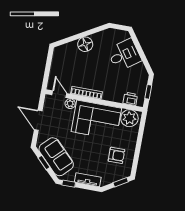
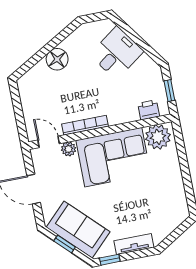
armchair: (116, 155) -> (160, 195), removed
window: (121, 182) -> (180, 230), removed

